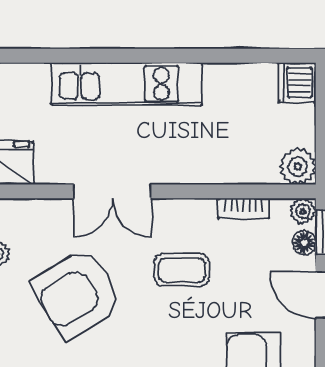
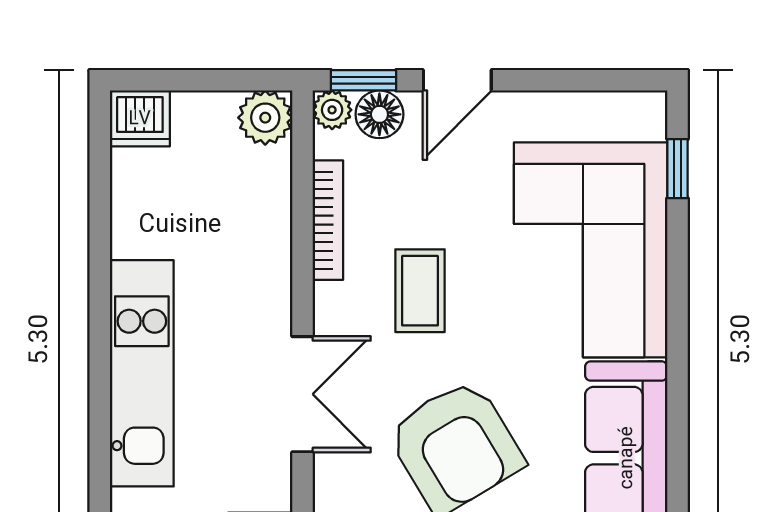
bookcase: (243, 208) -> (328, 220), width x1.56
floor lamp: (304, 243) -> (379, 114), width x1.37, depth x1.37

